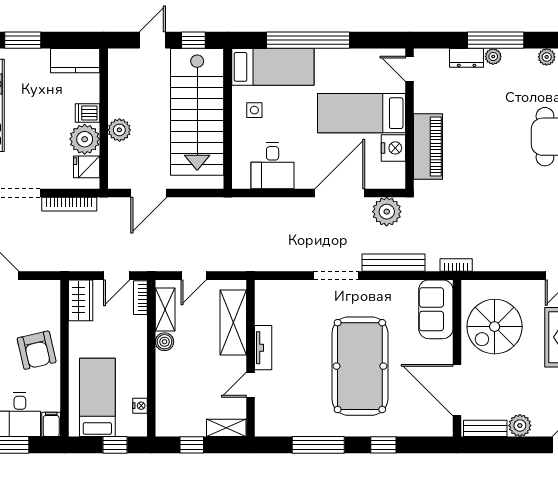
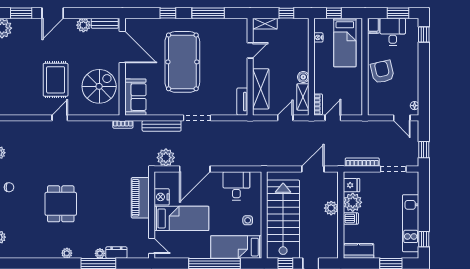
wardrobe: (81, 300) -> (355, 103), removed
tv unit: (263, 348) -> (242, 102), moved

